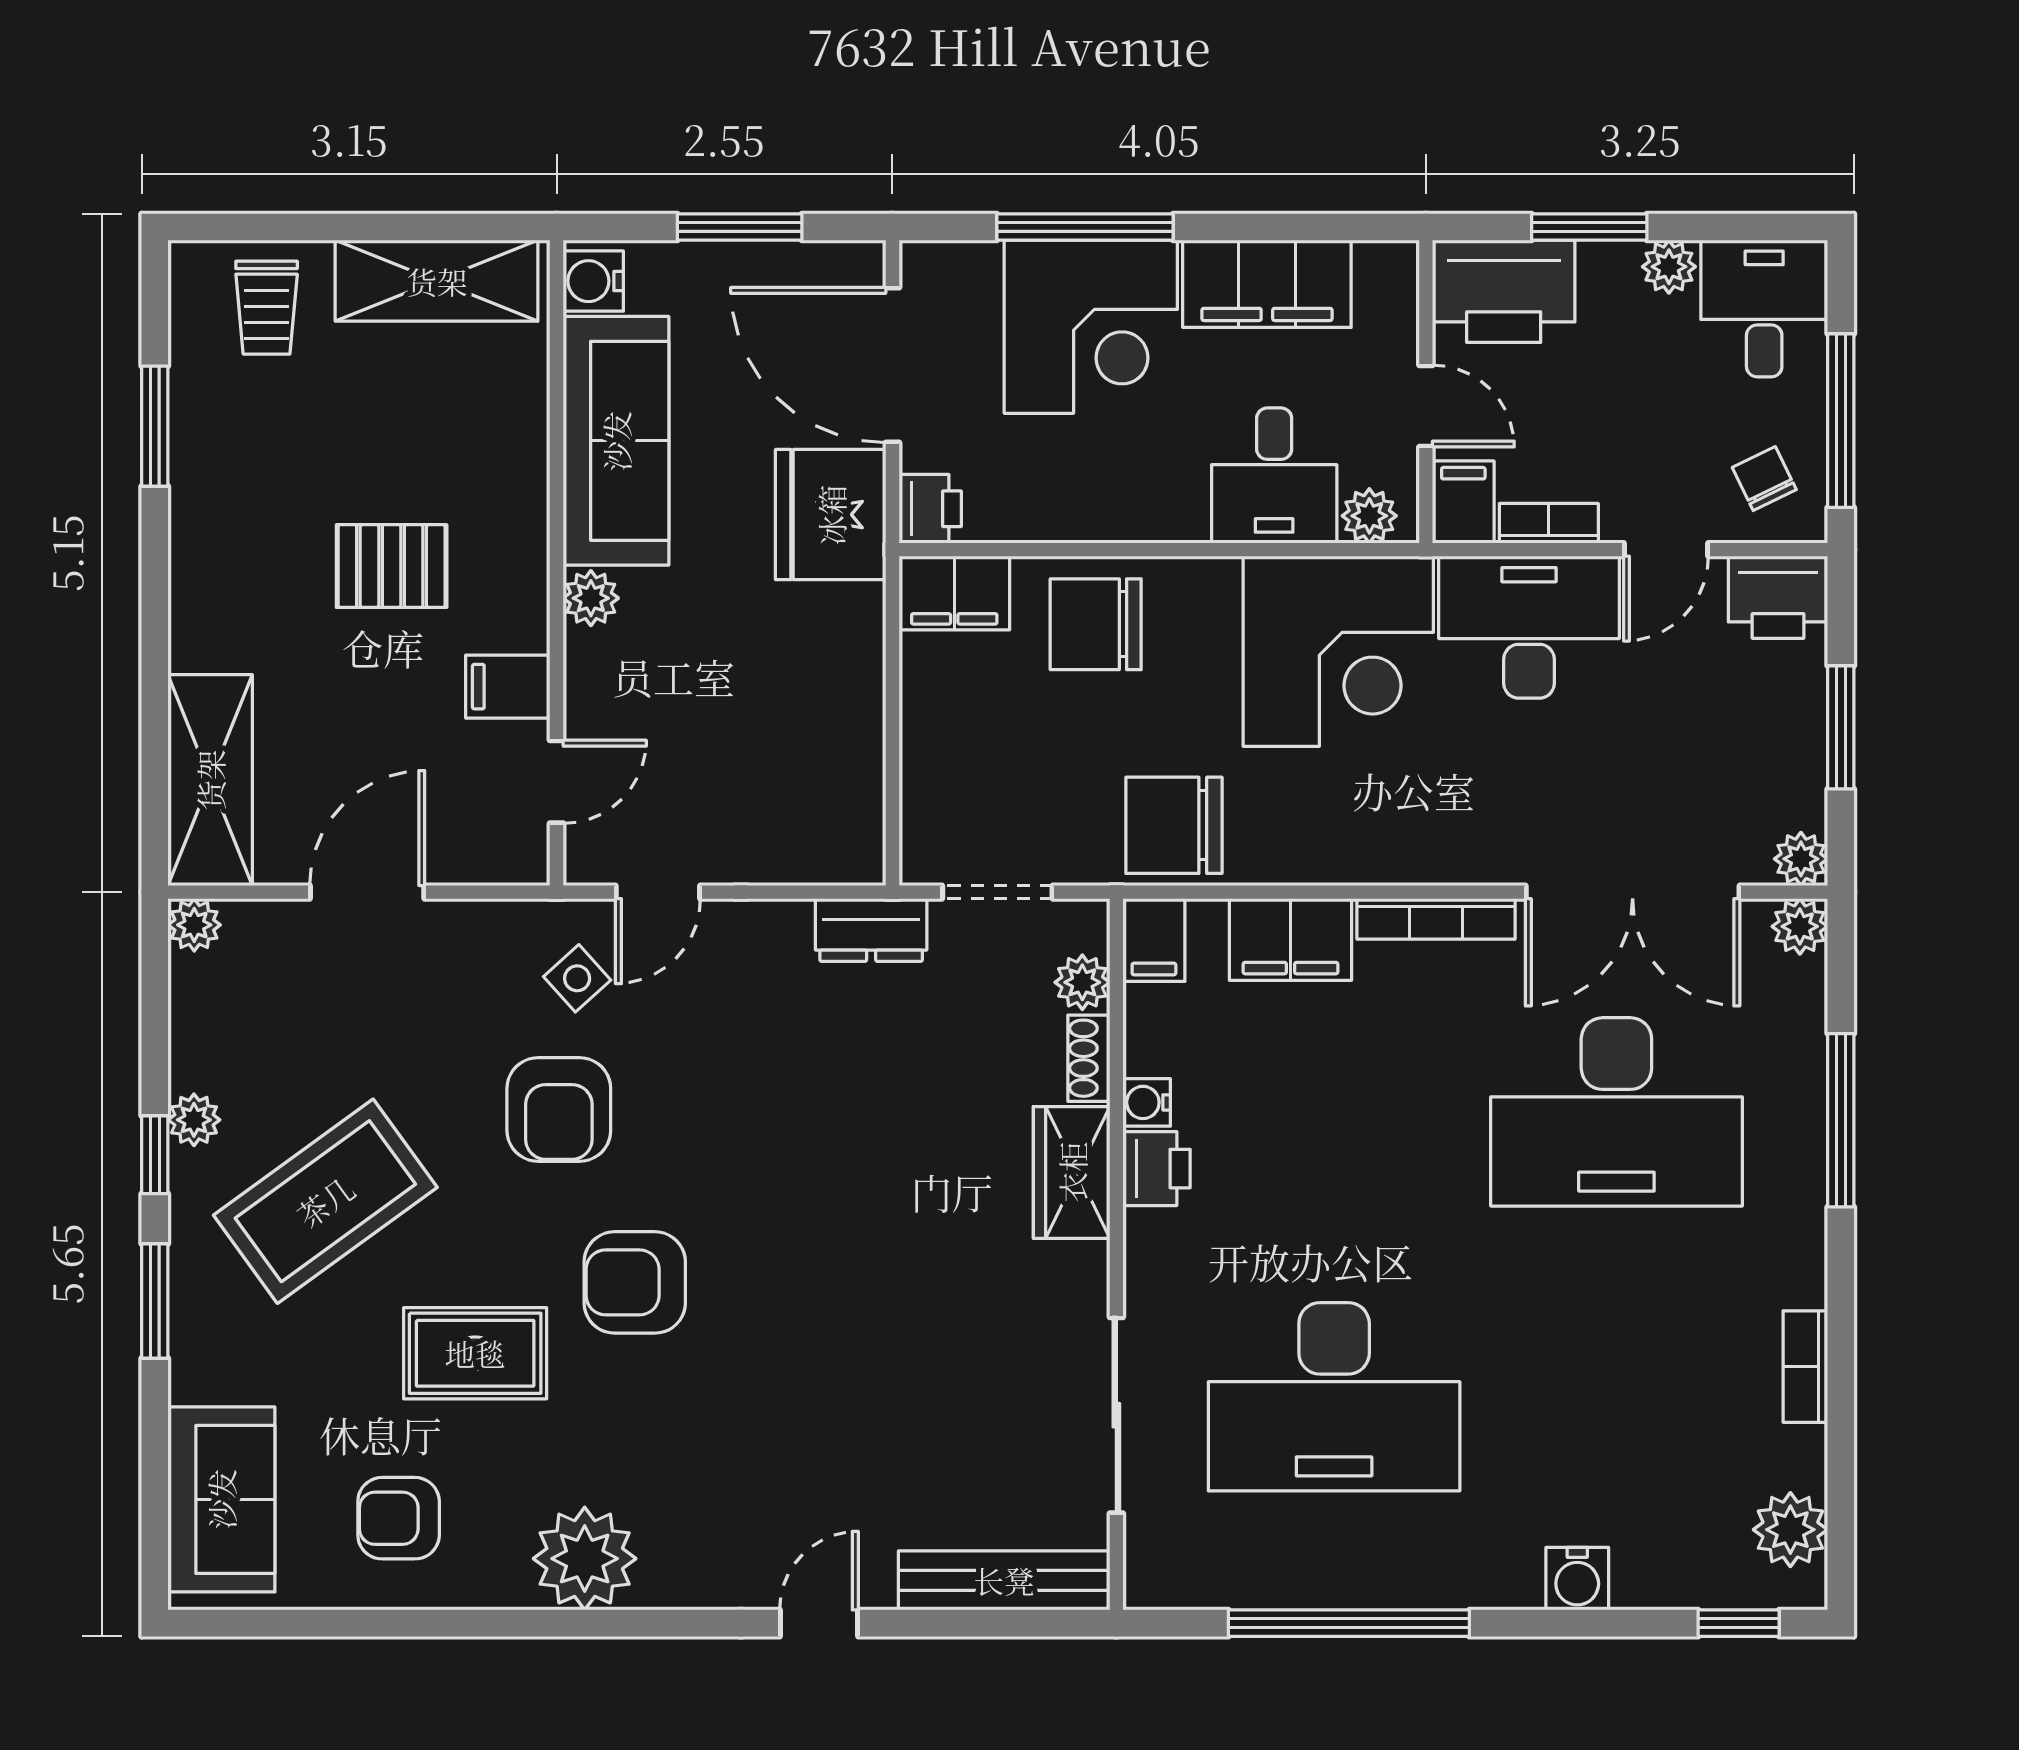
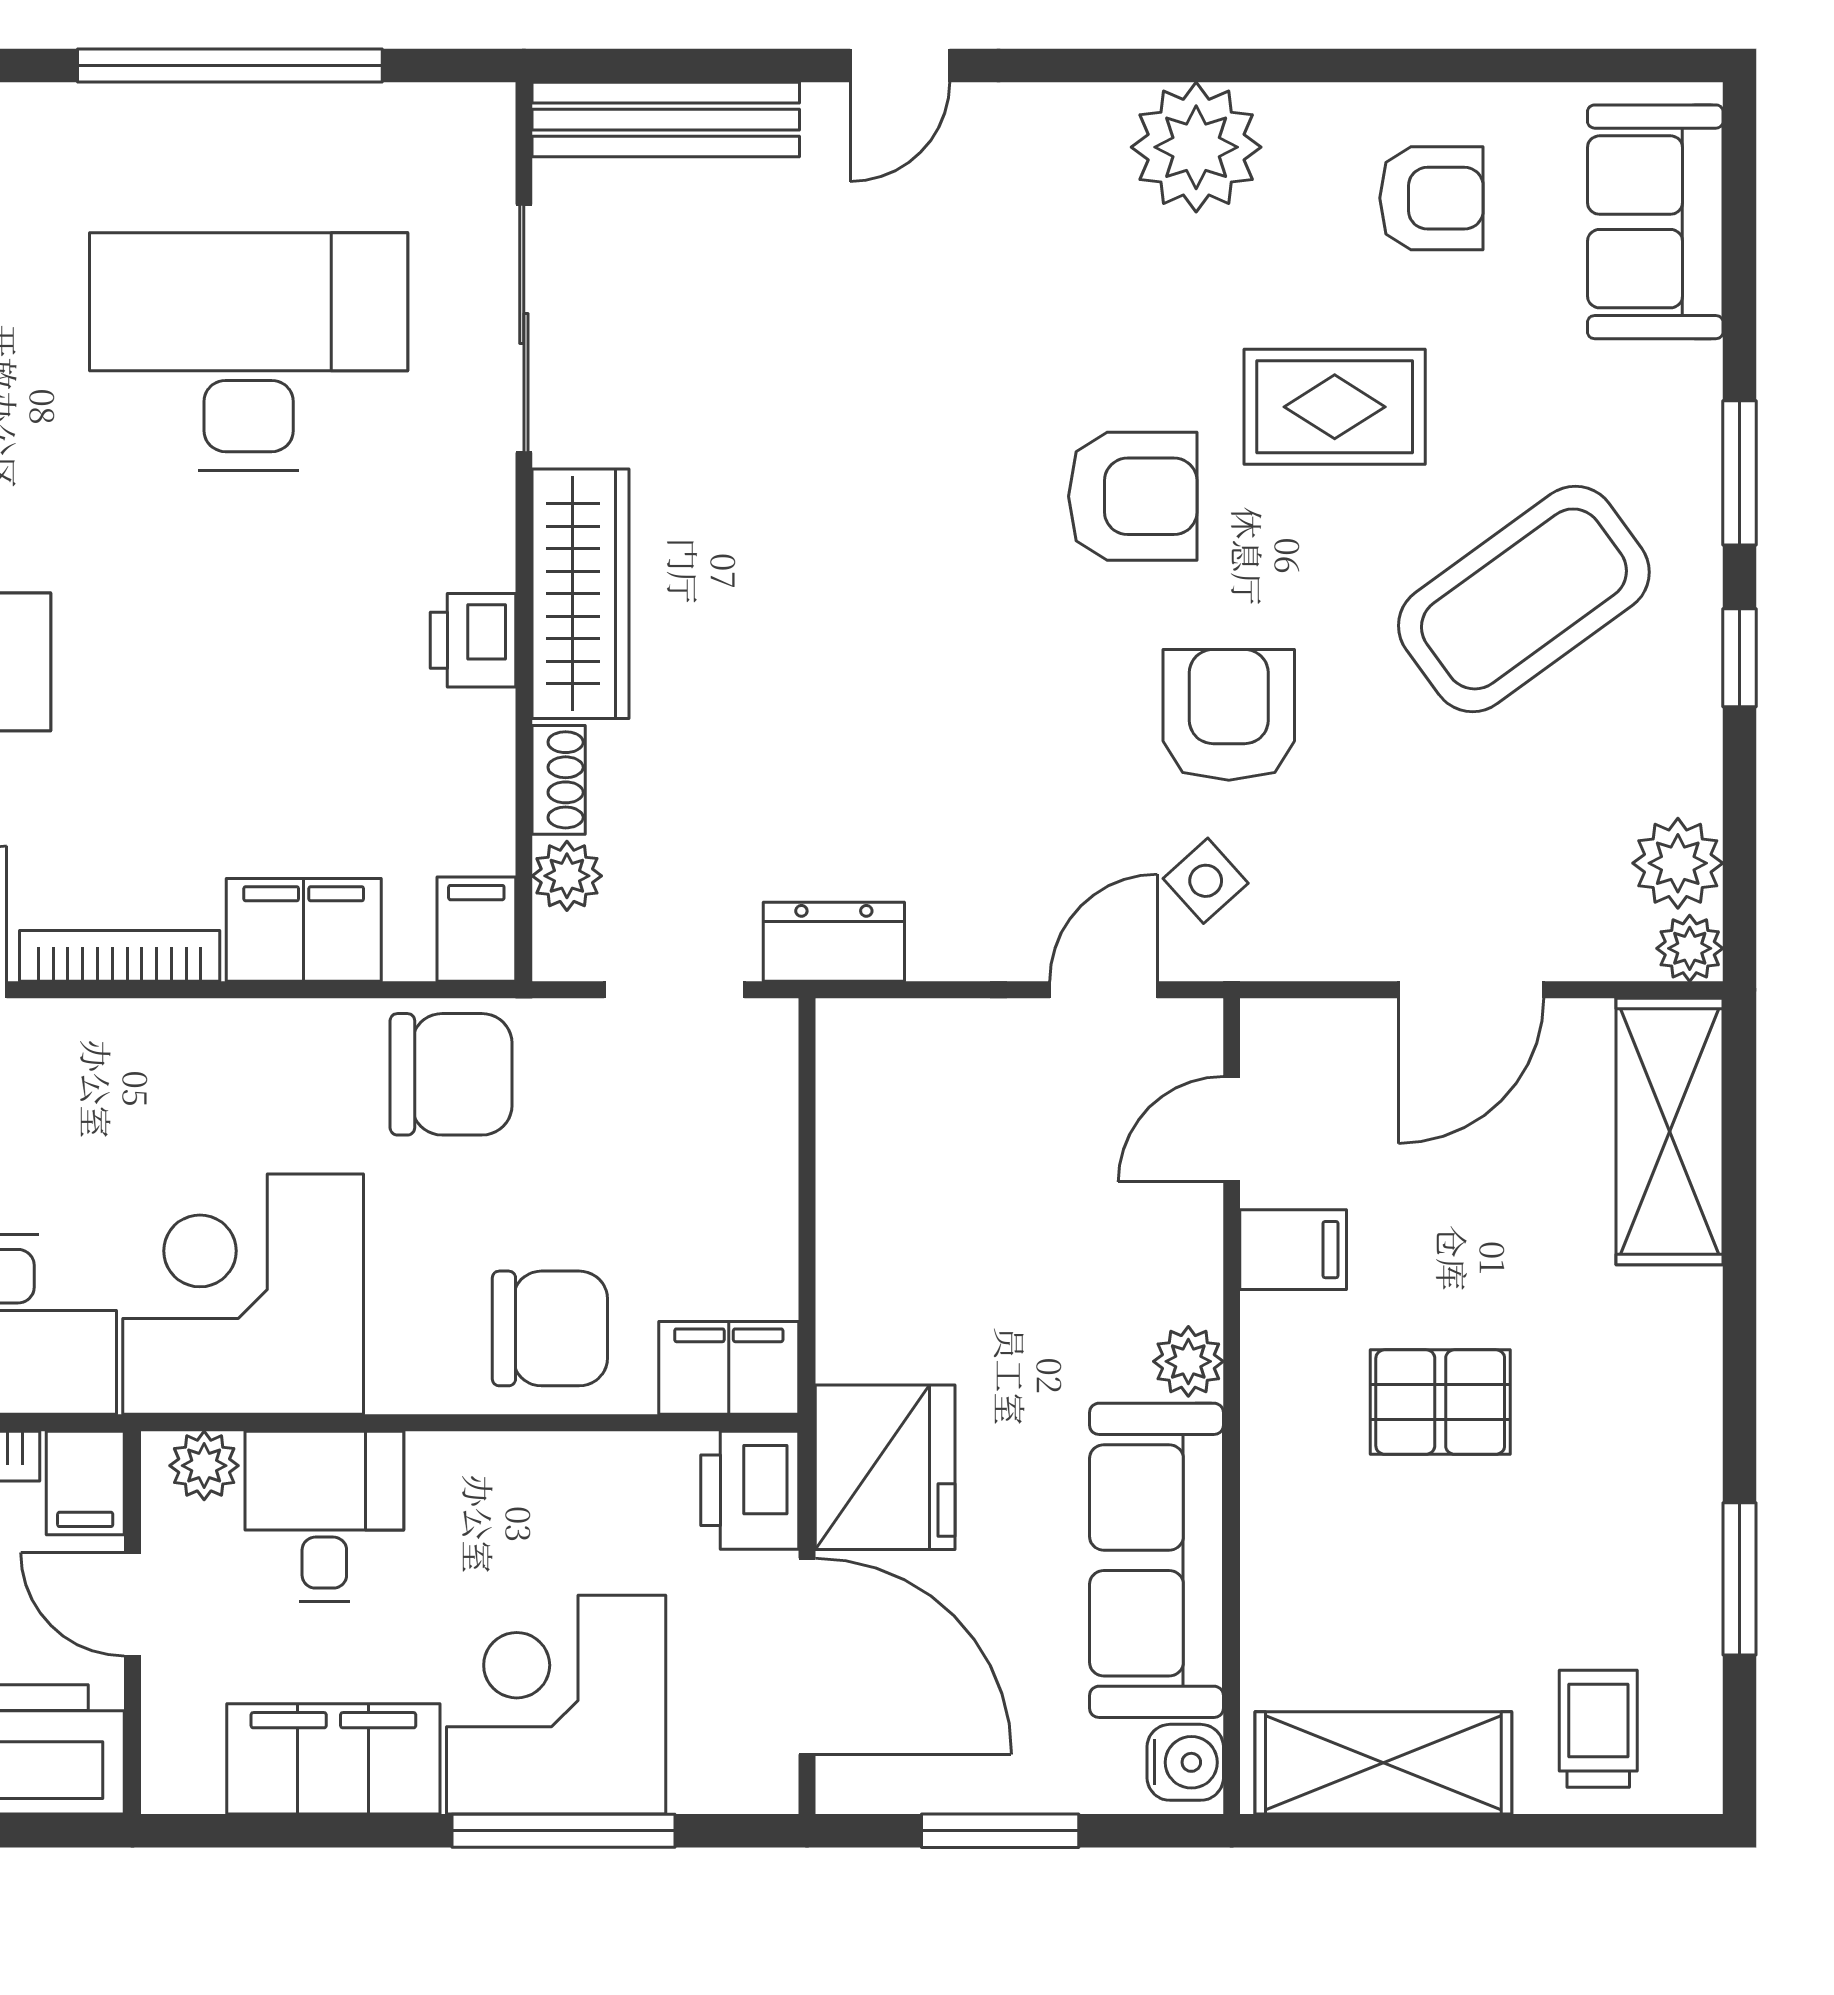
printer: (930, 509) -> (750, 1490), width x1.36, depth x1.24
water cooler: (1147, 1102) -> (485, 724), removed
plant: (194, 1120) -> (1678, 863), moved, width x1.38, depth x1.38
wardrobe: (1072, 1172) -> (580, 594), width x1.50

